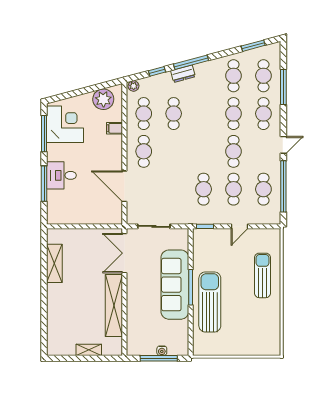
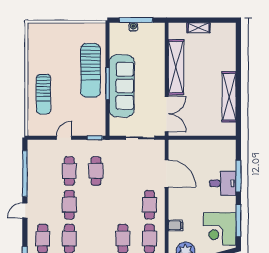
cafe table: (263, 189) -> (43, 171), removed
shelving: (54, 263) -> (229, 97), width x1.47

